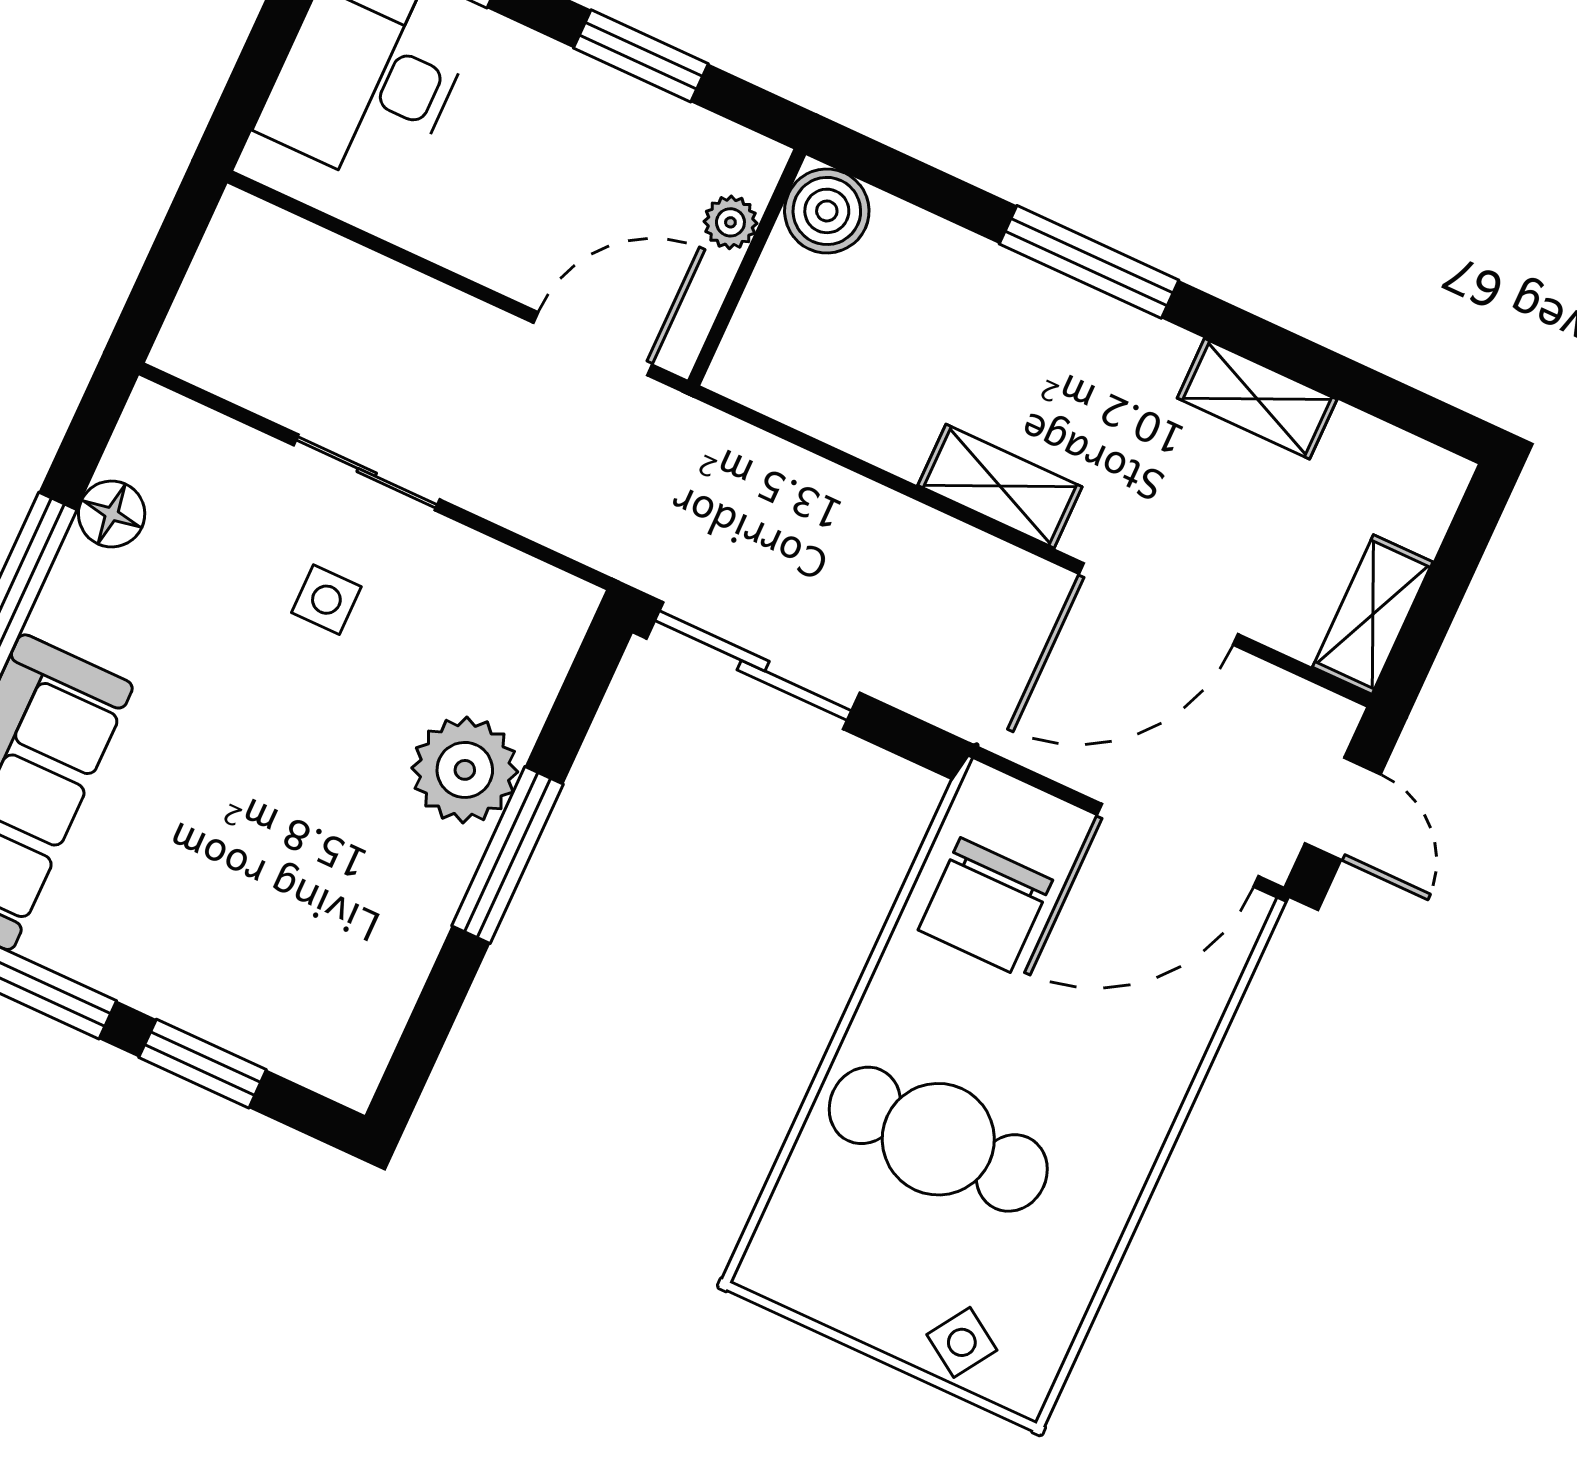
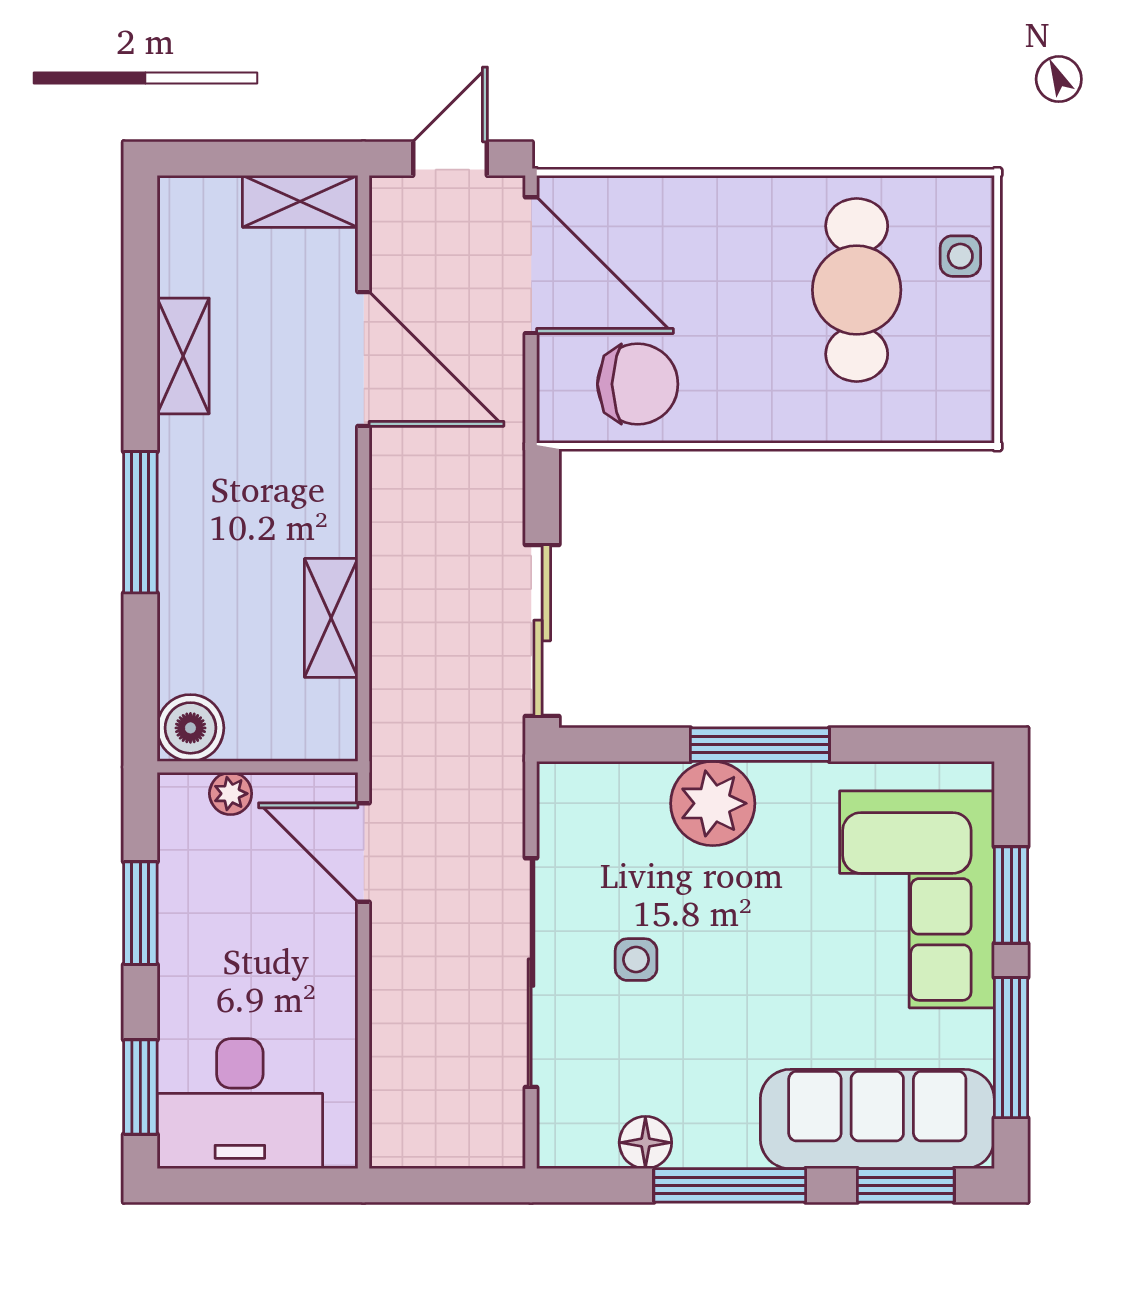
sliding door: (367, 472) -> (531, 973), width x1.86
shelving: (1000, 486) -> (331, 618), moved
corner sofa: (247, 953) -> (917, 899), added
cafe table: (938, 1139) -> (857, 290), moved
side table: (962, 1342) -> (960, 256), turned -33

